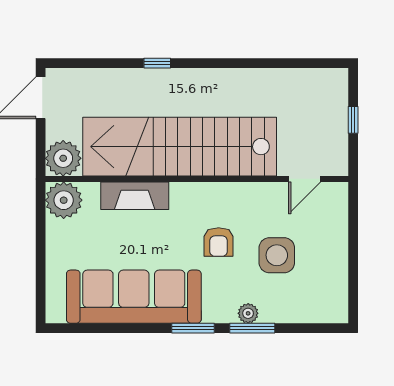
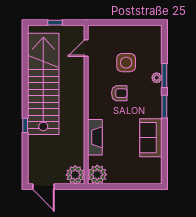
stairs: (180, 147) -> (43, 84), moved, turned 180
door: (305, 179) -> (86, 48), swing flipped
sofa: (134, 297) -> (151, 138), width x0.54, depth x0.79

